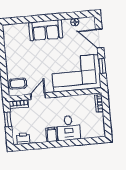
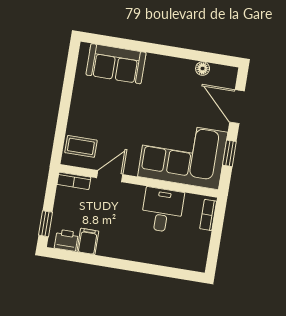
sofa: (46, 30) -> (116, 64), moved
window: (8, 119) -> (45, 224), moved
desk: (69, 128) -> (162, 210), moved, turned 180
filing cabinet: (52, 134) -> (88, 241), moved

